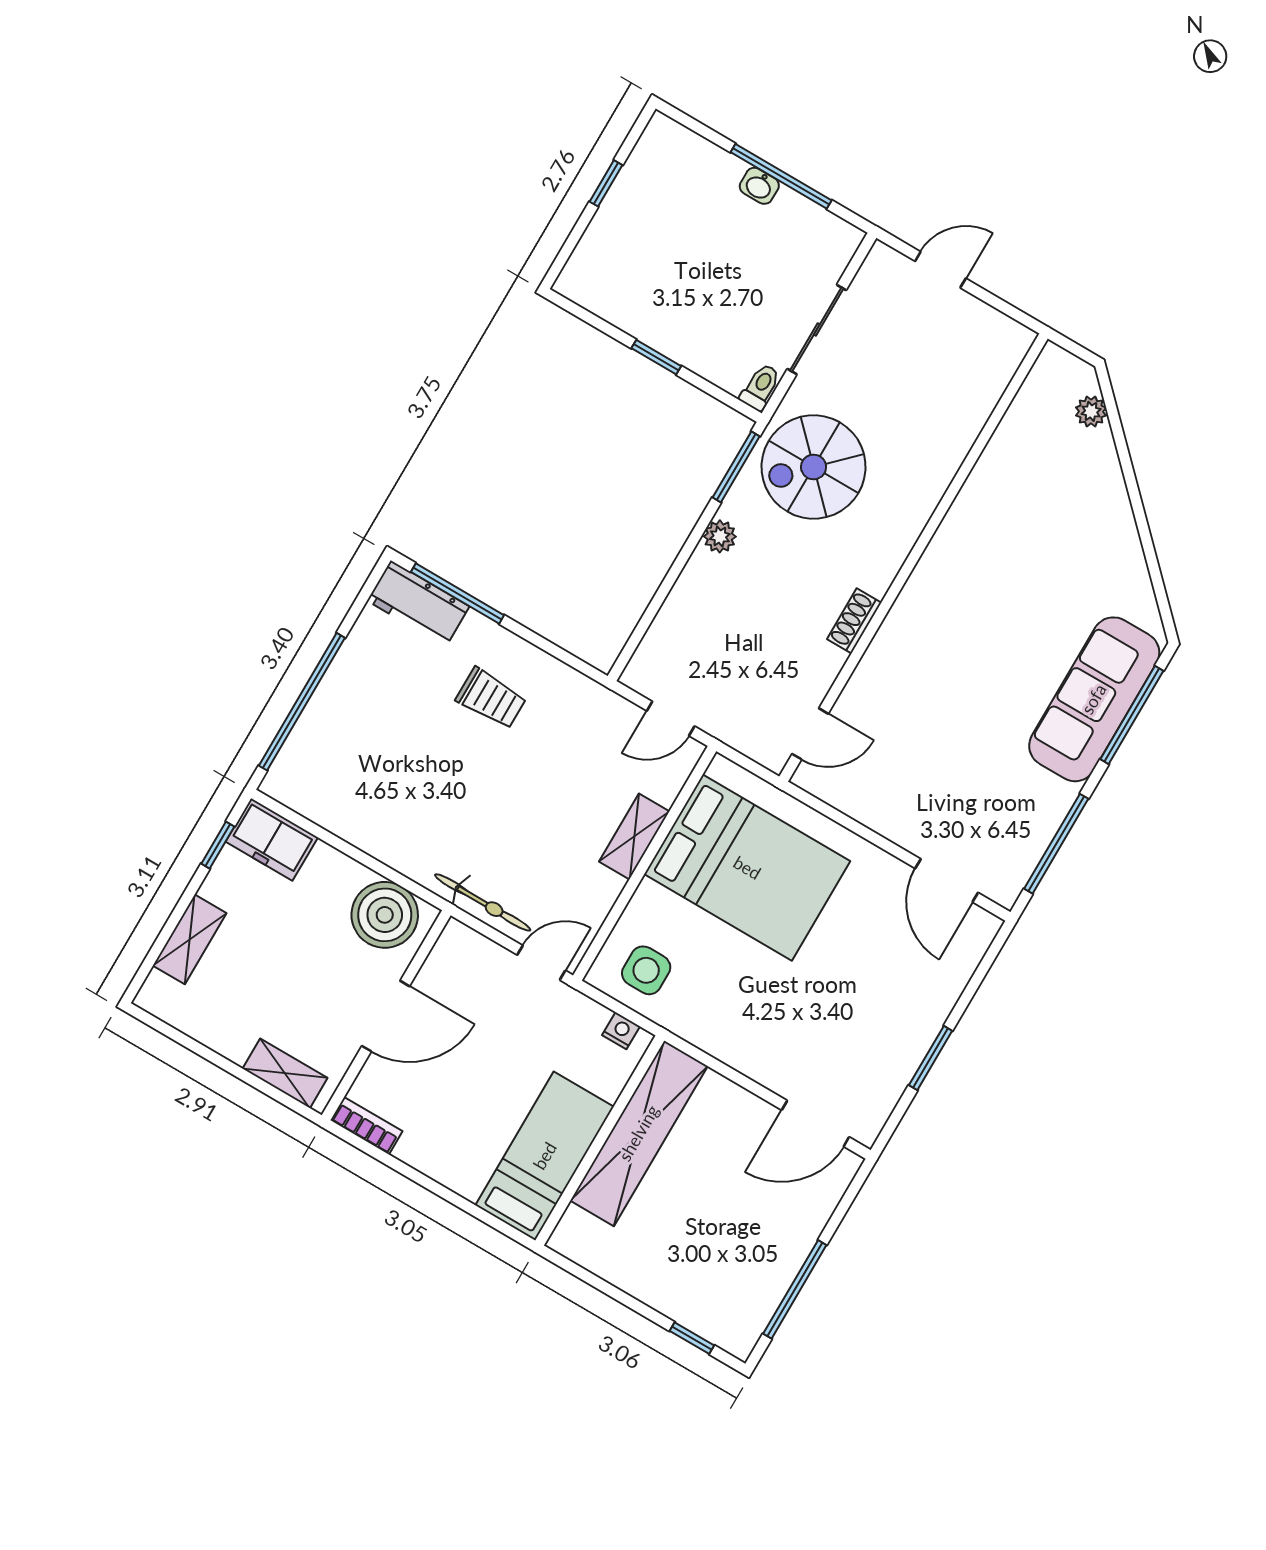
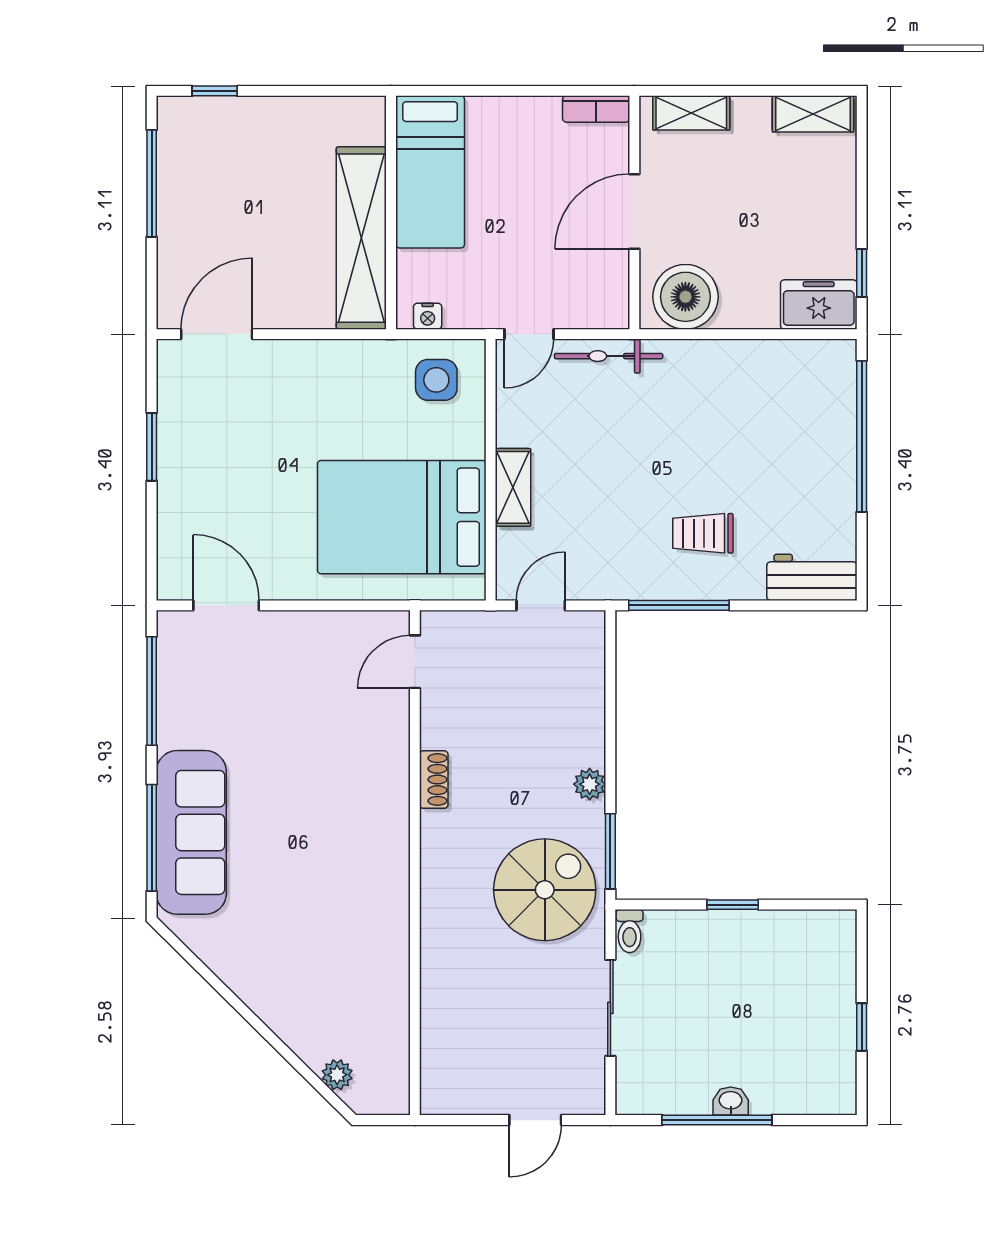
window: (457, 593) -> (679, 605), moved
shelving: (190, 939) -> (813, 114), moved, turned 90

